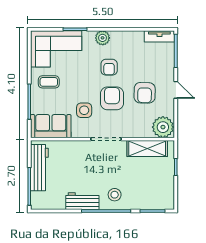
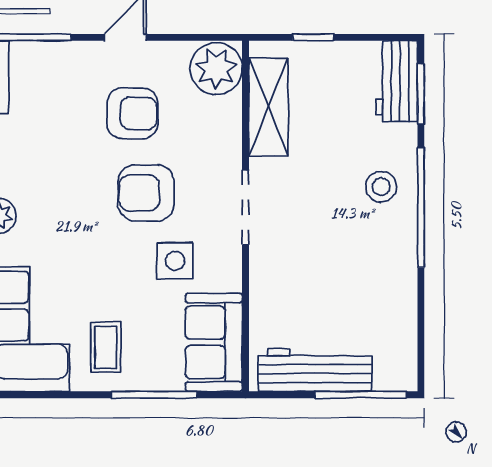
armchair: (109, 67) -> (70, 200), removed
workbench: (82, 201) -> (397, 81), moved

